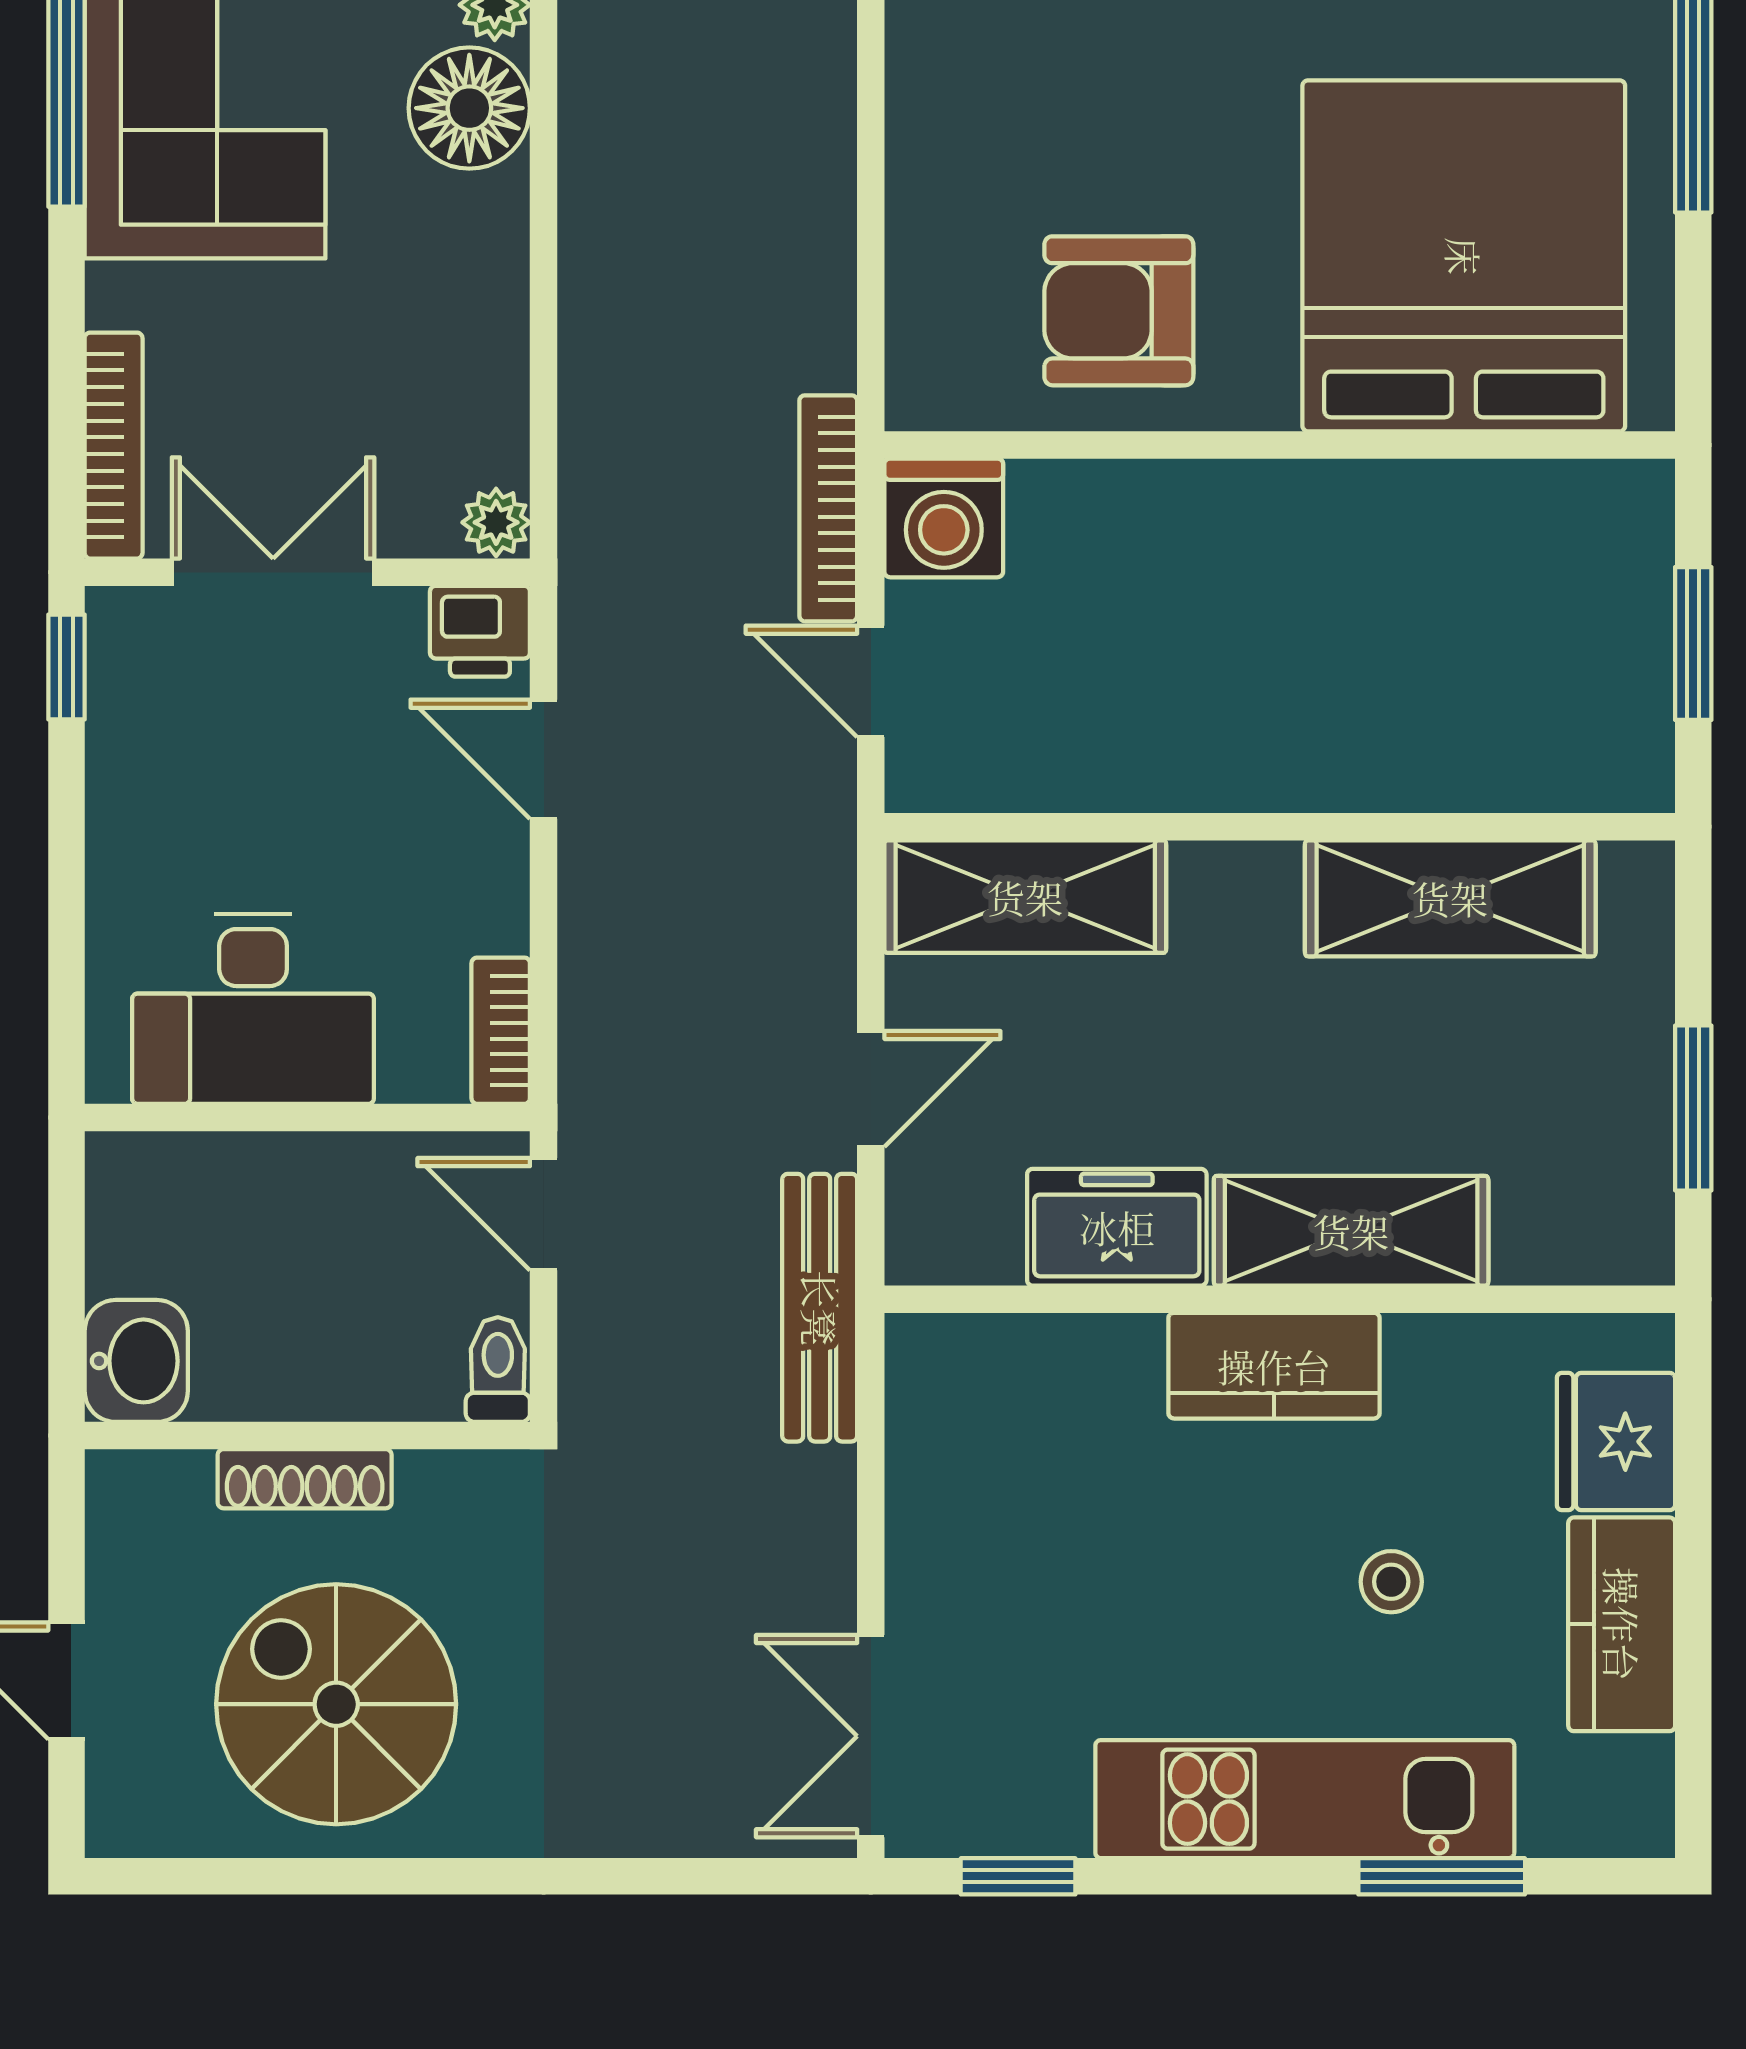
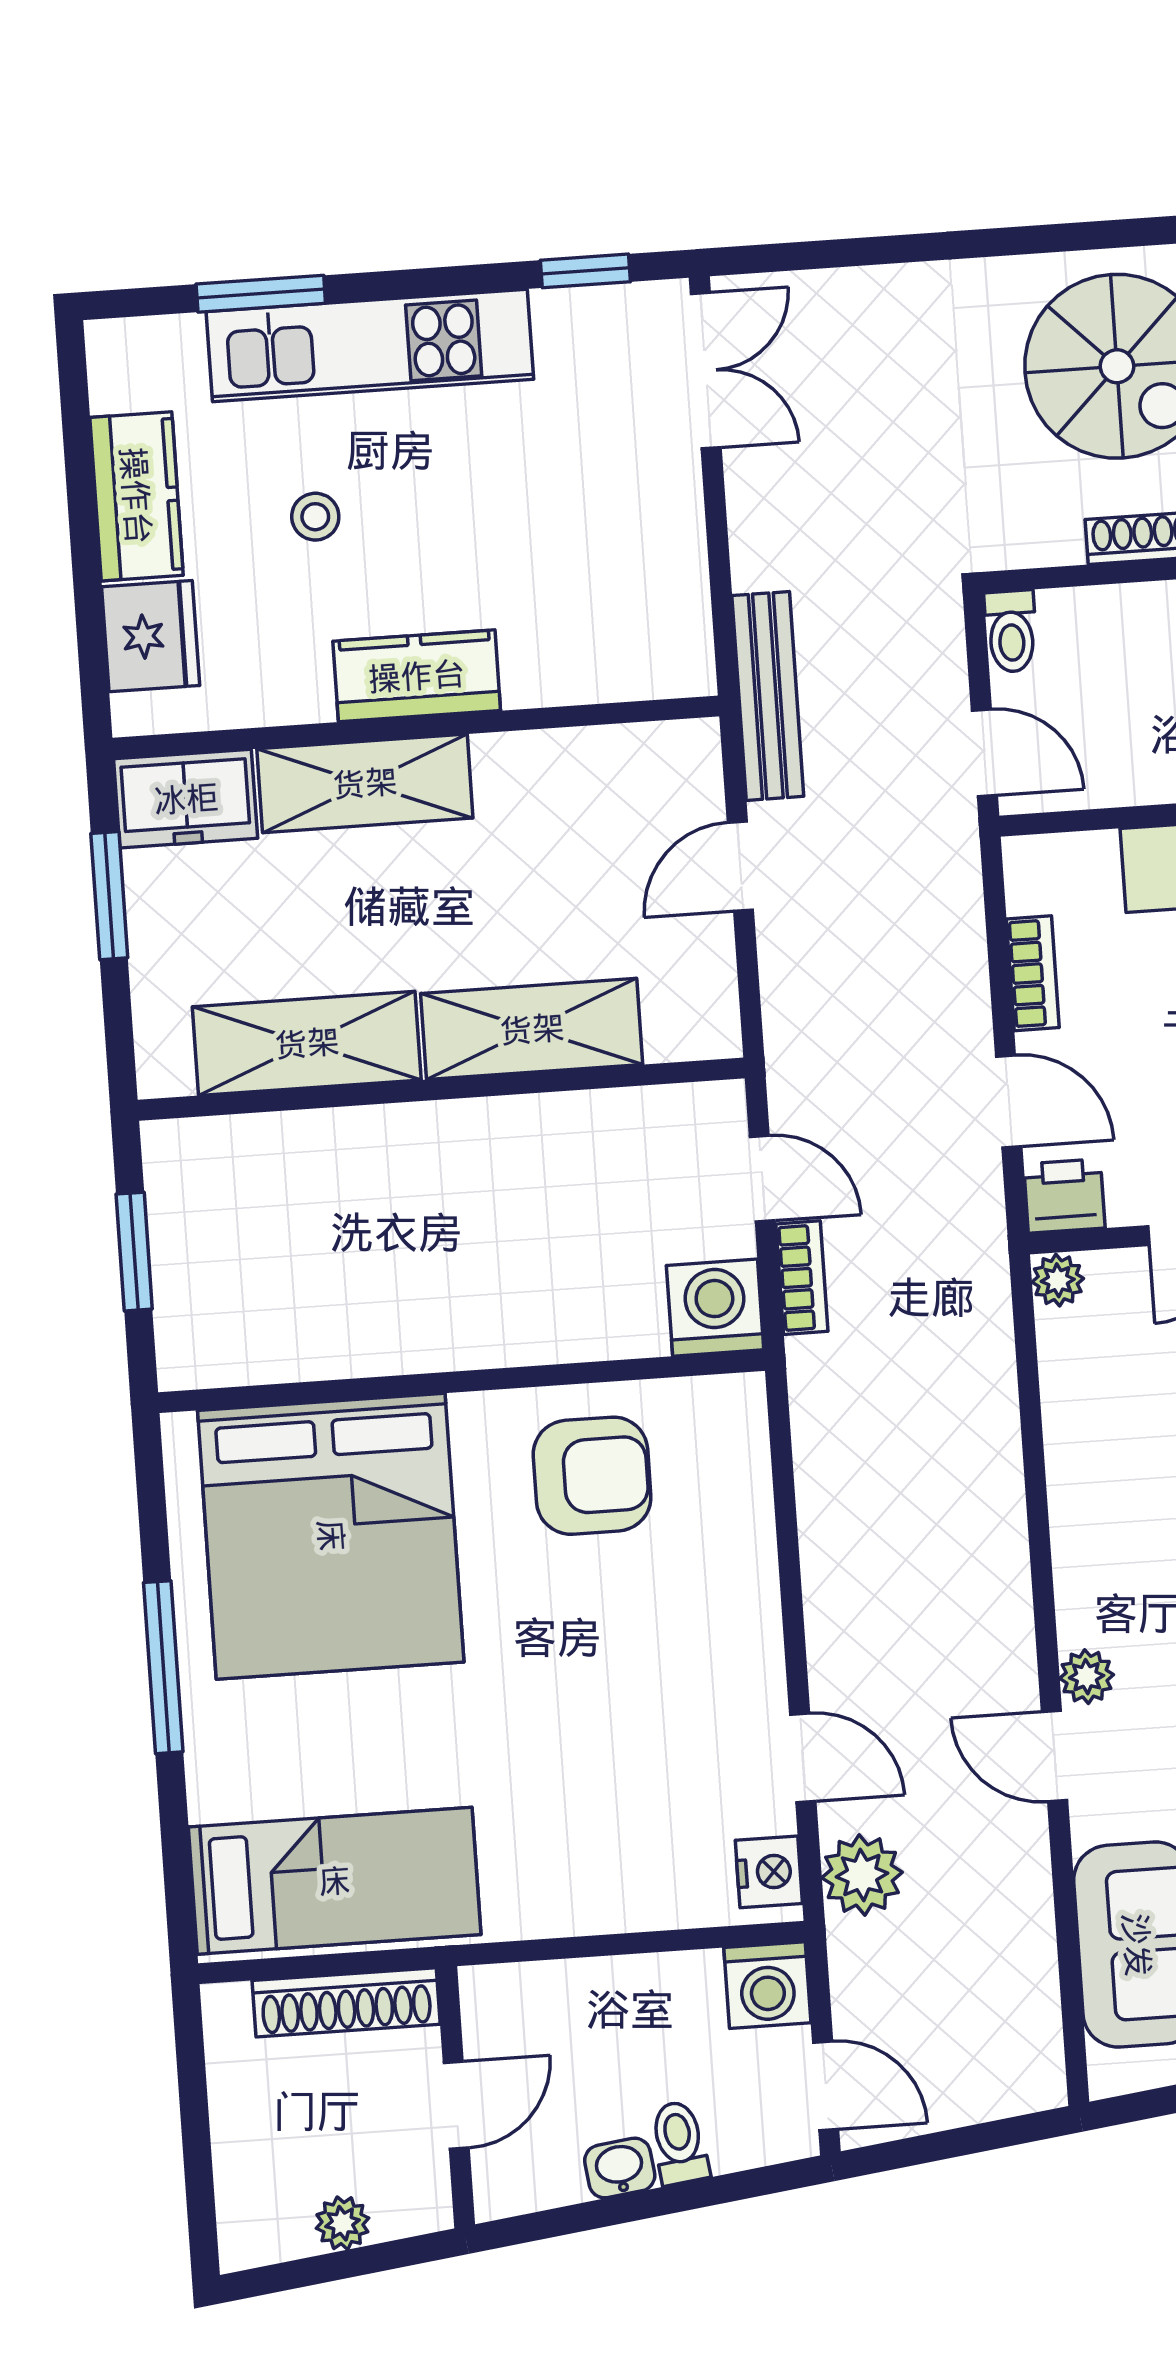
floor lamp: (469, 108) -> (1101, 1596), removed
bookcase: (828, 508) -> (802, 1278), width x0.64
shelving: (1025, 897) -> (532, 1029), moved
bookcase: (501, 1031) -> (1033, 973), moved
freezer: (1117, 1227) -> (186, 799), moved

